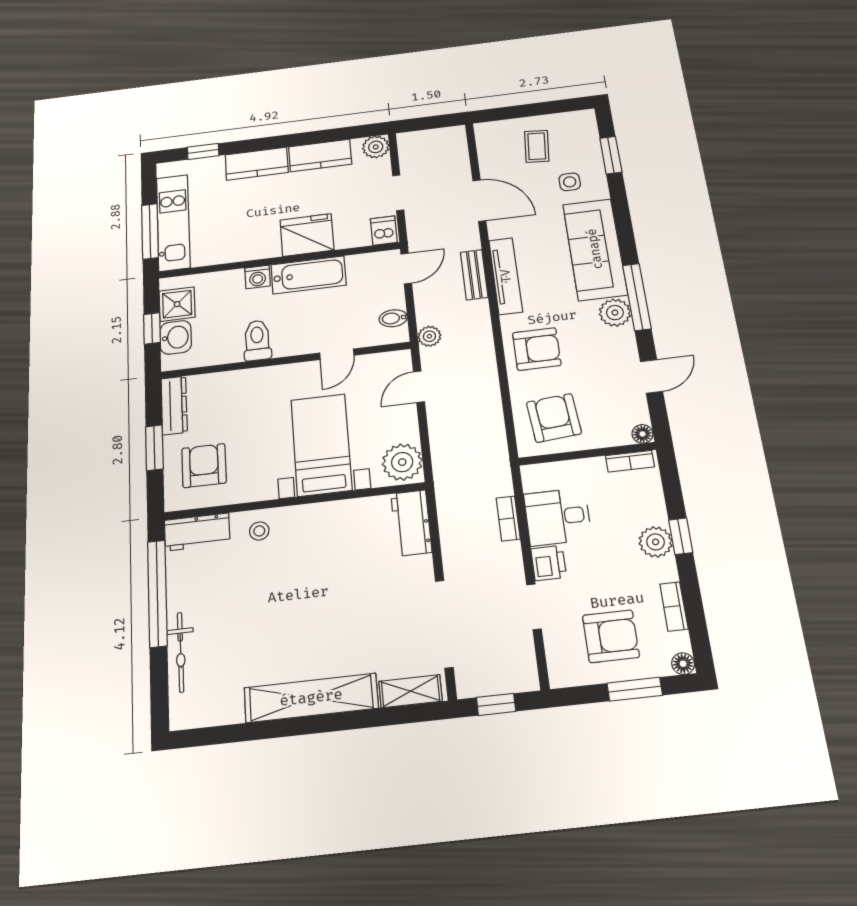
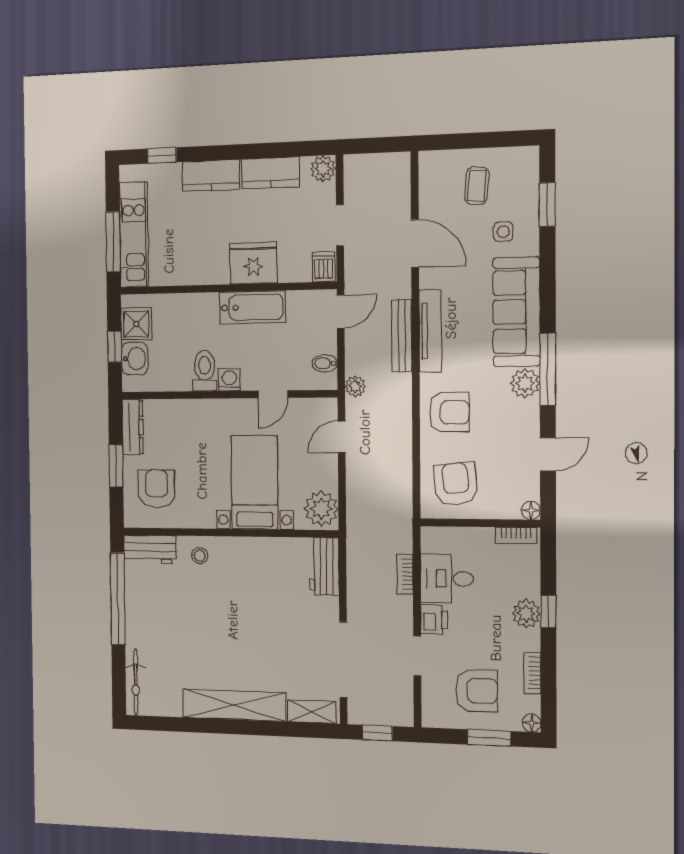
bench: (474, 275) -> (402, 336), width x1.36
washing machine: (257, 277) -> (229, 380), moved, turned 180
bicycle: (181, 652) -> (136, 682), moved

